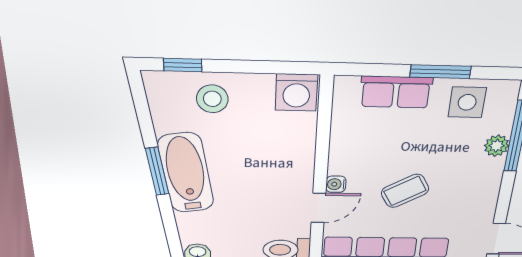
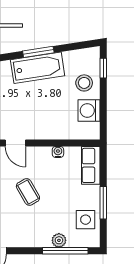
row of seats: (396, 92) -> (91, 165), moved
washing machine: (296, 93) -> (89, 111), moved
water cooler: (336, 184) -> (58, 152), moved

